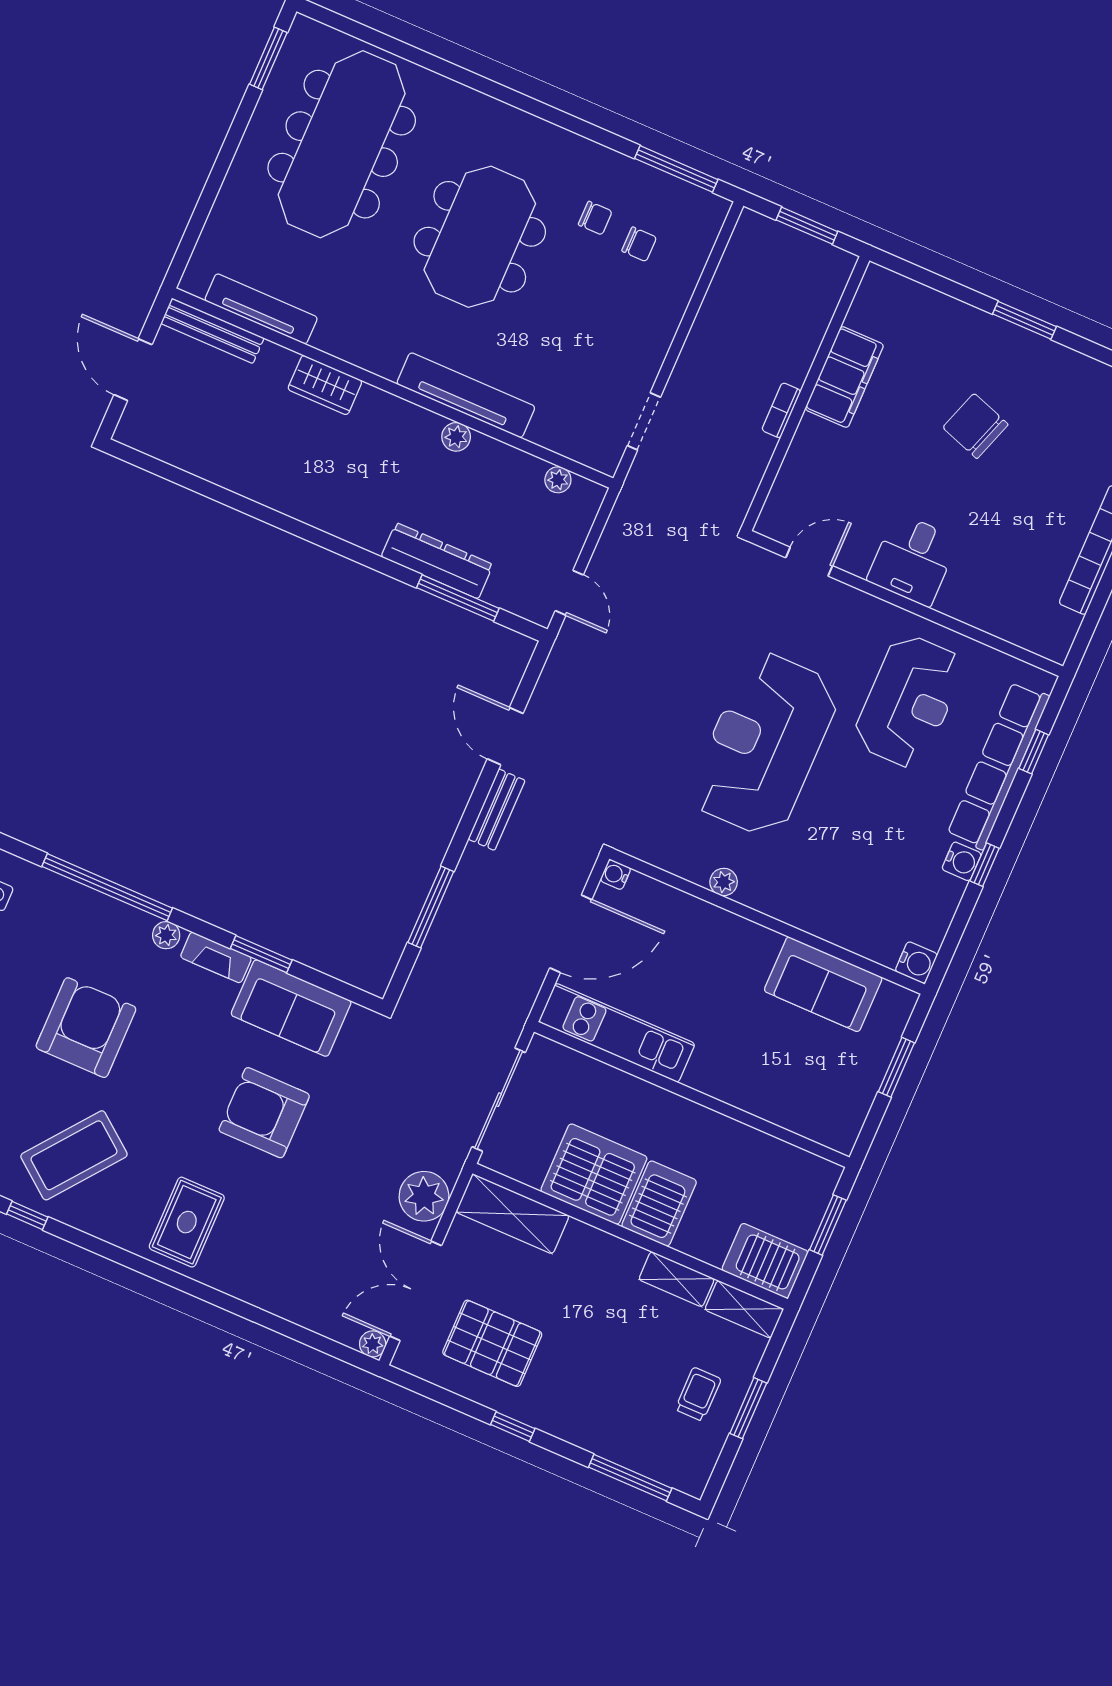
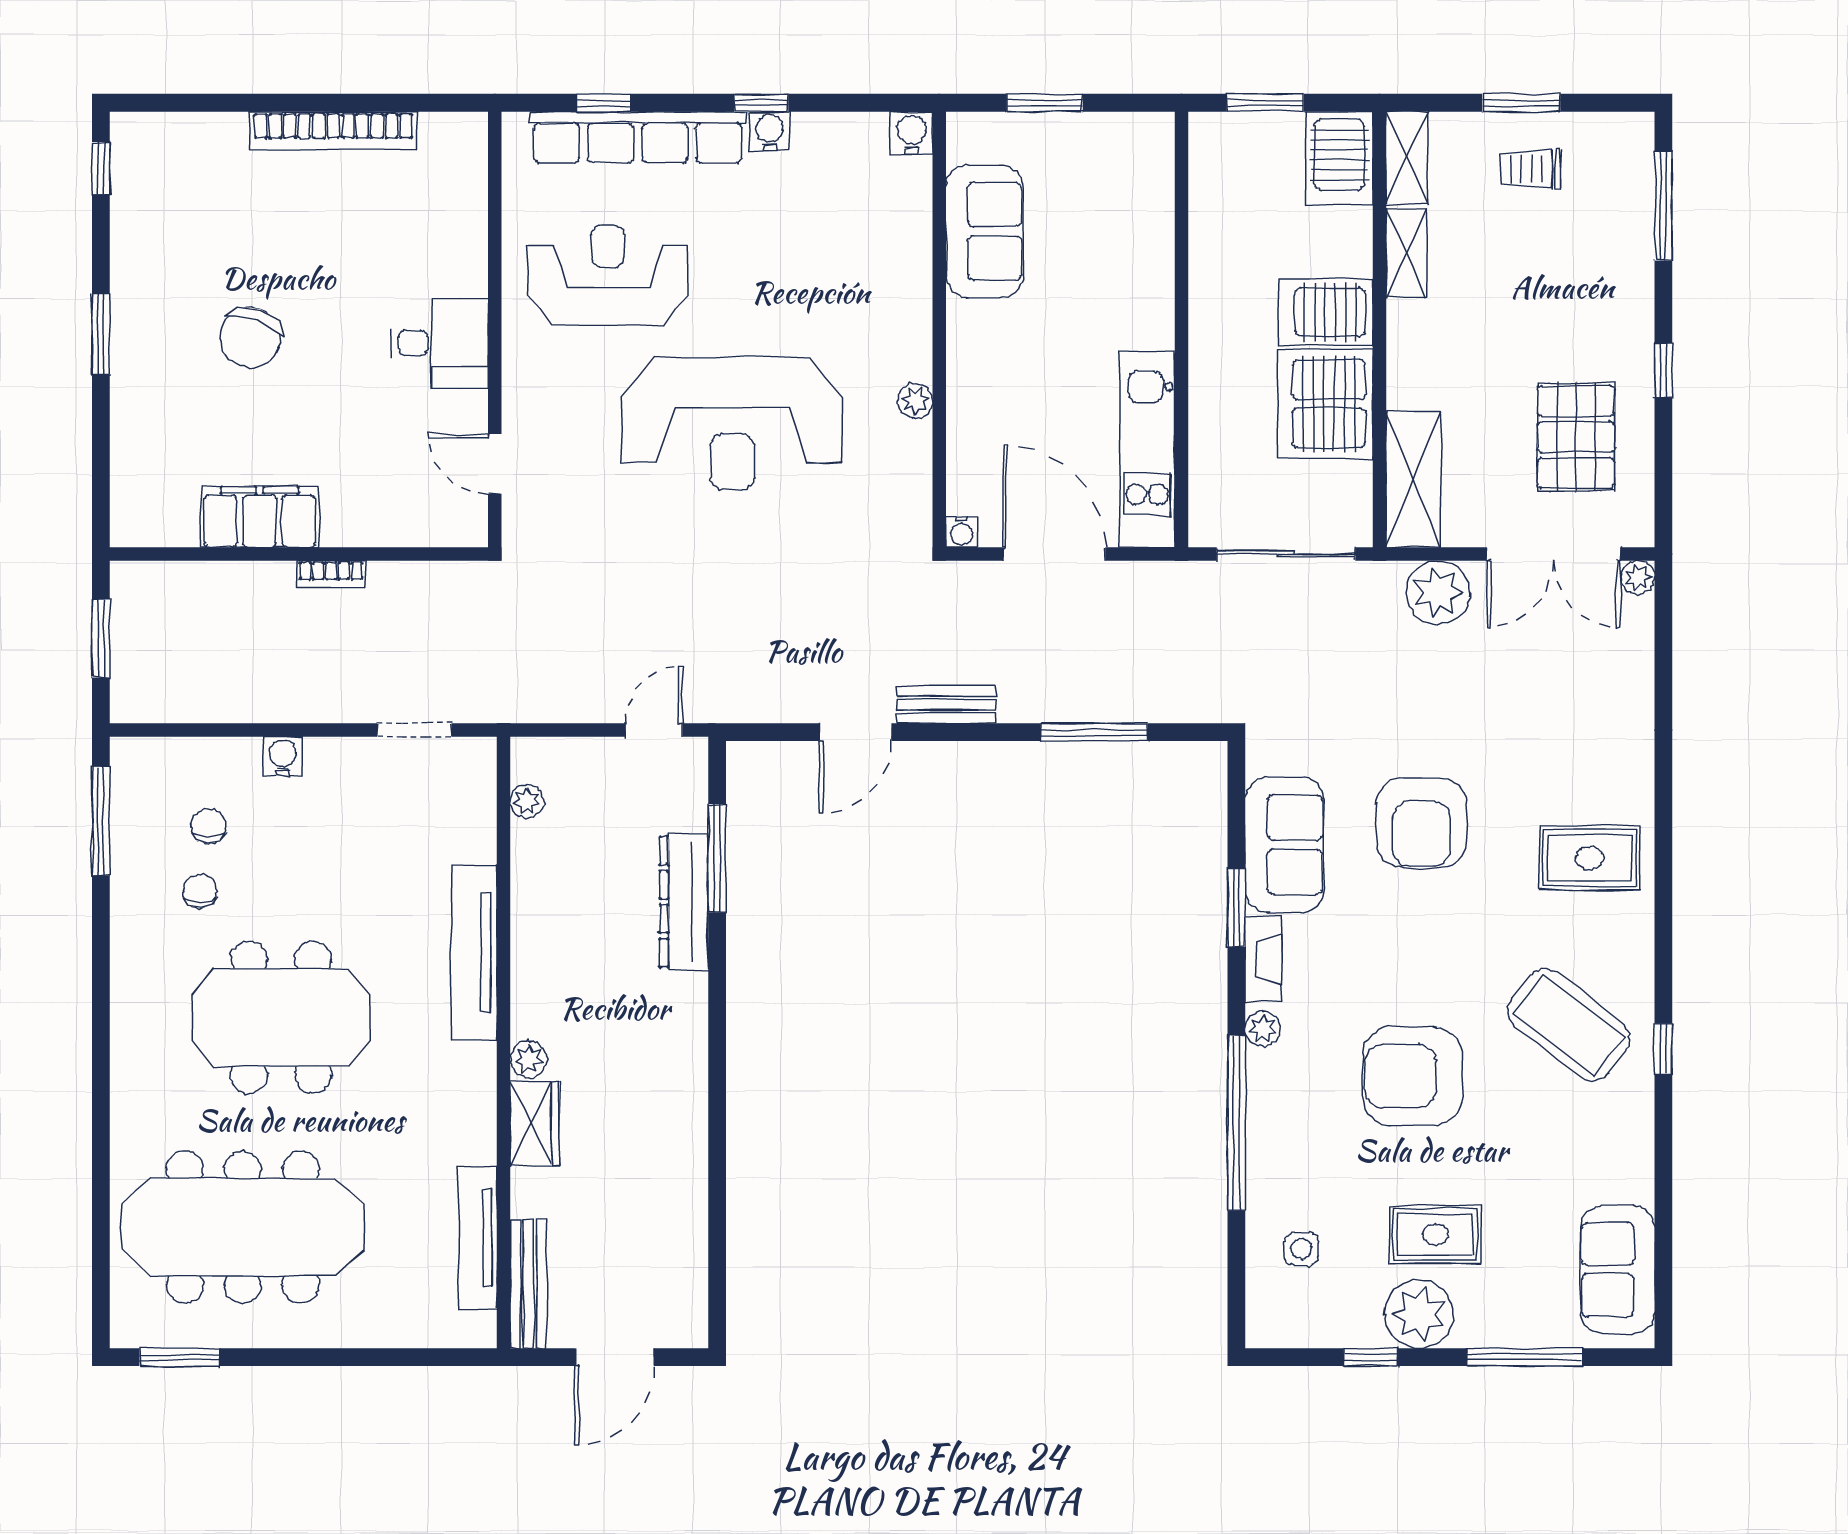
water cooler: (666, 319) -> (283, 756), added
plant: (456, 437) -> (529, 1059), moved

